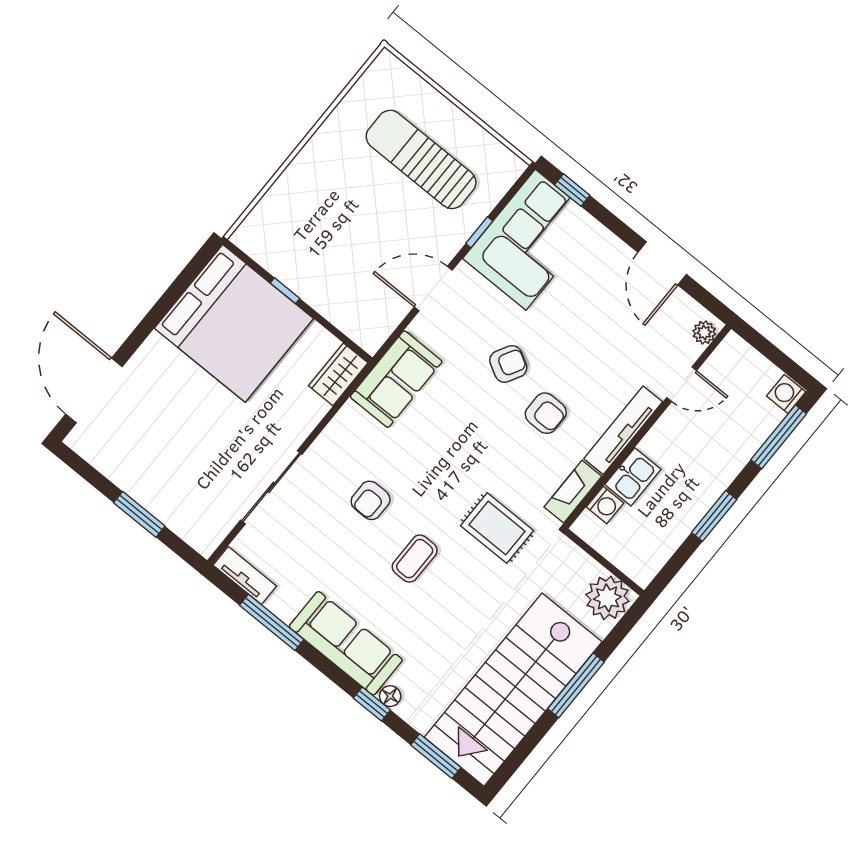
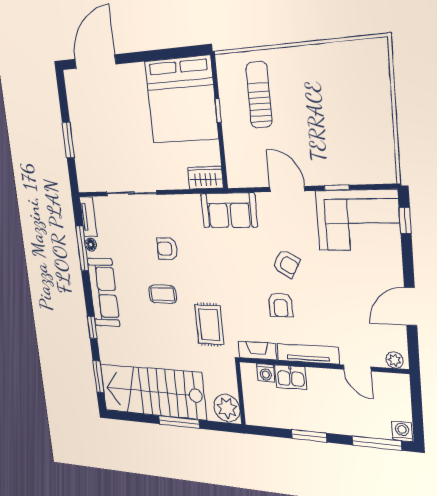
sun lounger: (421, 159) -> (259, 95), moved, width x0.73, depth x0.75
floor lamp: (390, 696) -> (91, 245), moved

